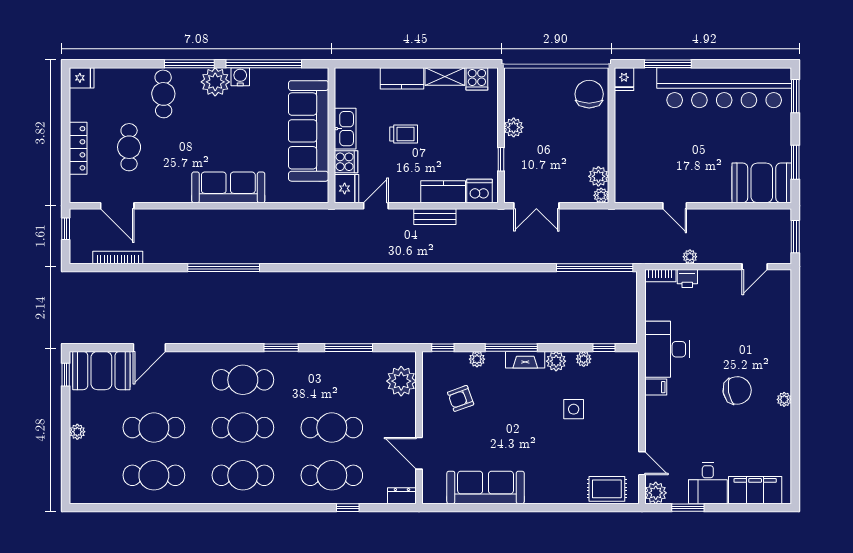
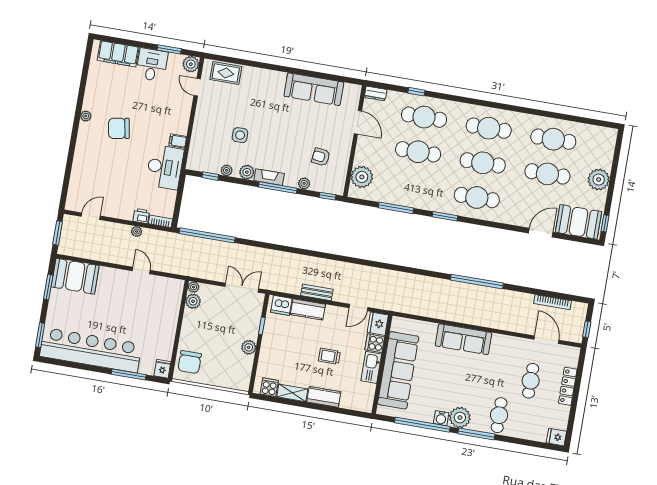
armchair: (461, 398) -> (321, 157), turned -153
plant: (77, 432) -> (599, 180), width x1.87, depth x1.87

